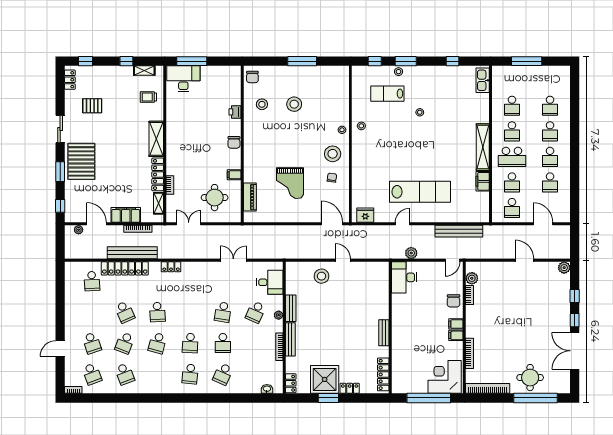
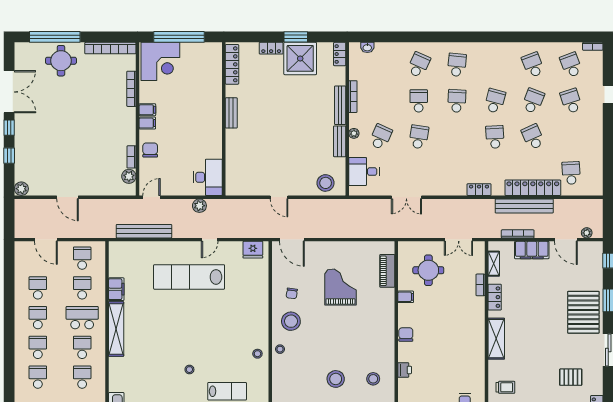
locker: (158, 174) -> (495, 297), width x0.66
stool: (322, 276) -> (326, 183), moved

